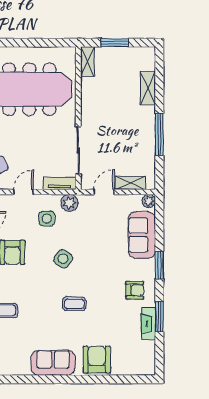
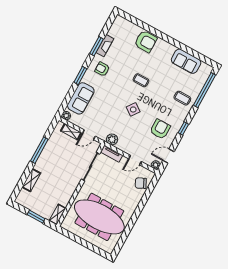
side table: (47, 218) -> (130, 138), removed
armchair: (97, 360) -> (146, 41), turned -90
sofa: (53, 363) -> (186, 61), moved

